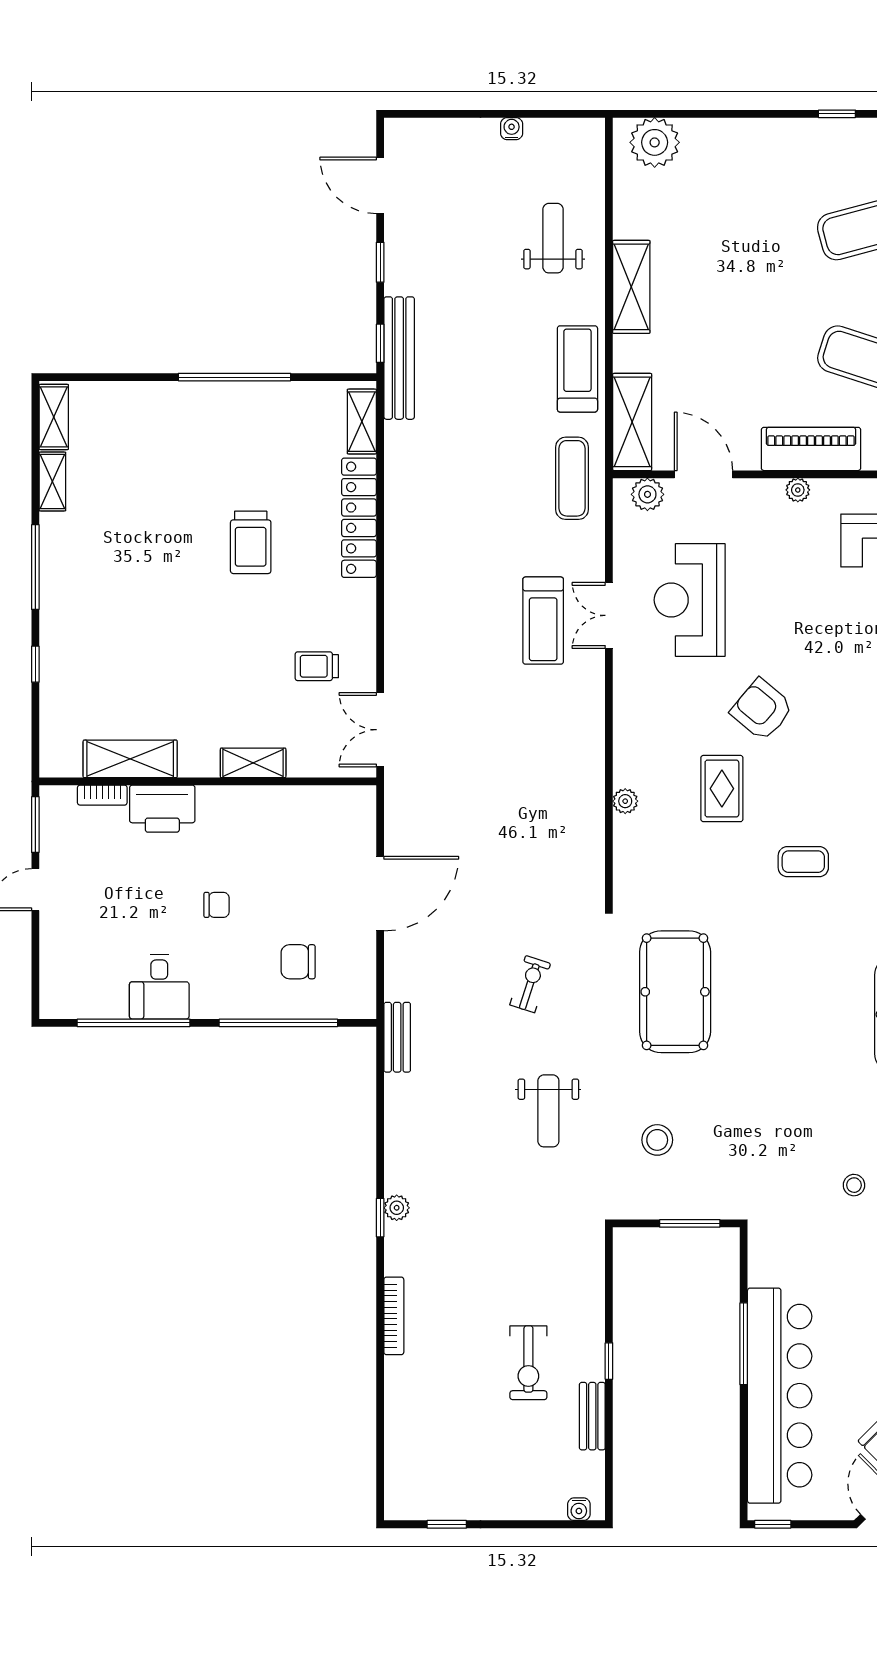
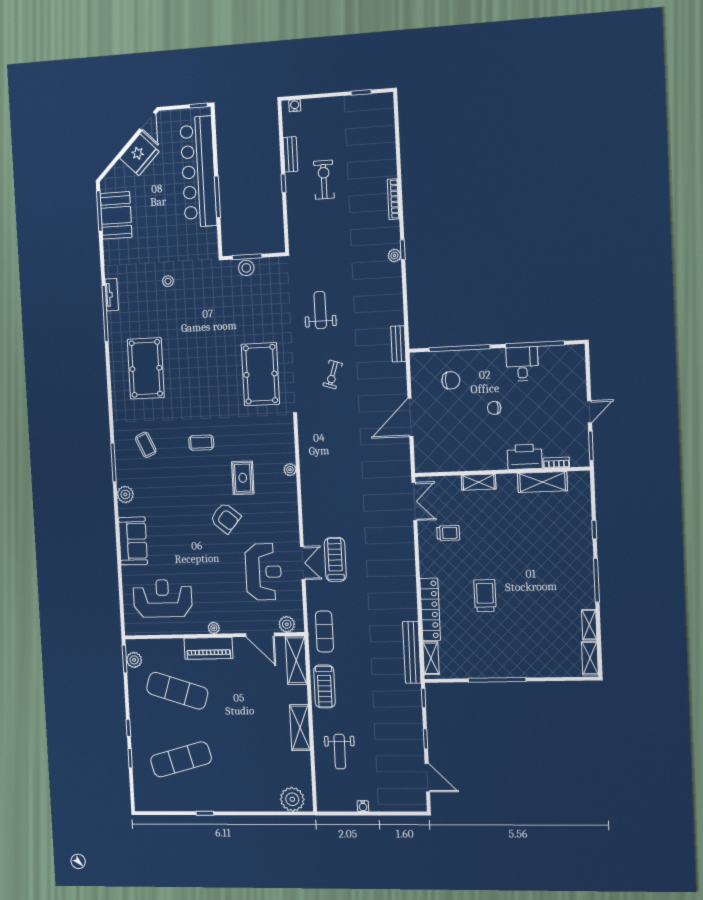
bench: (399, 358) -> (412, 652), moved
stool: (657, 1140) -> (246, 268), moved

